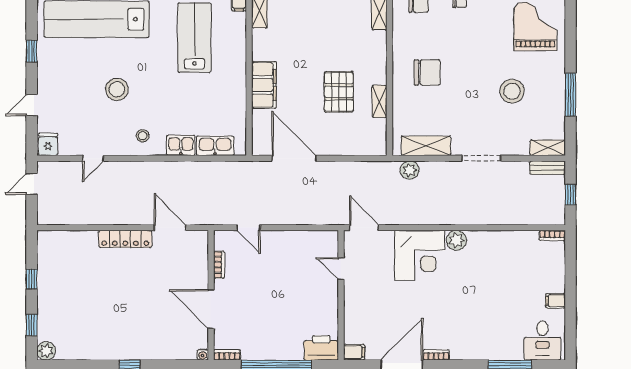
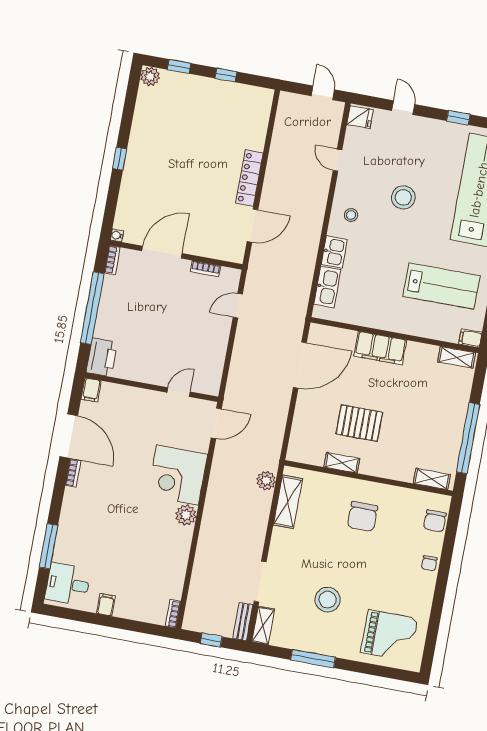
doorway: (481, 158) -> (260, 582), moved

